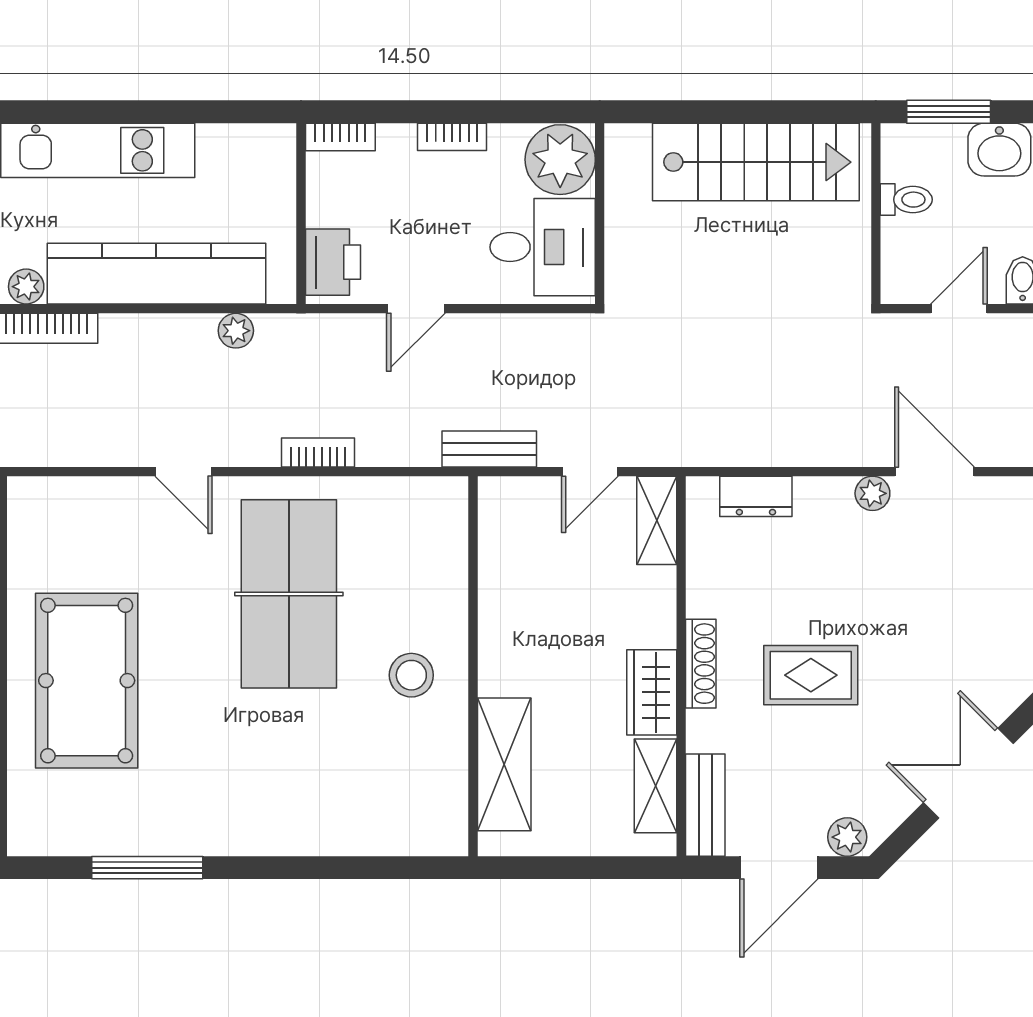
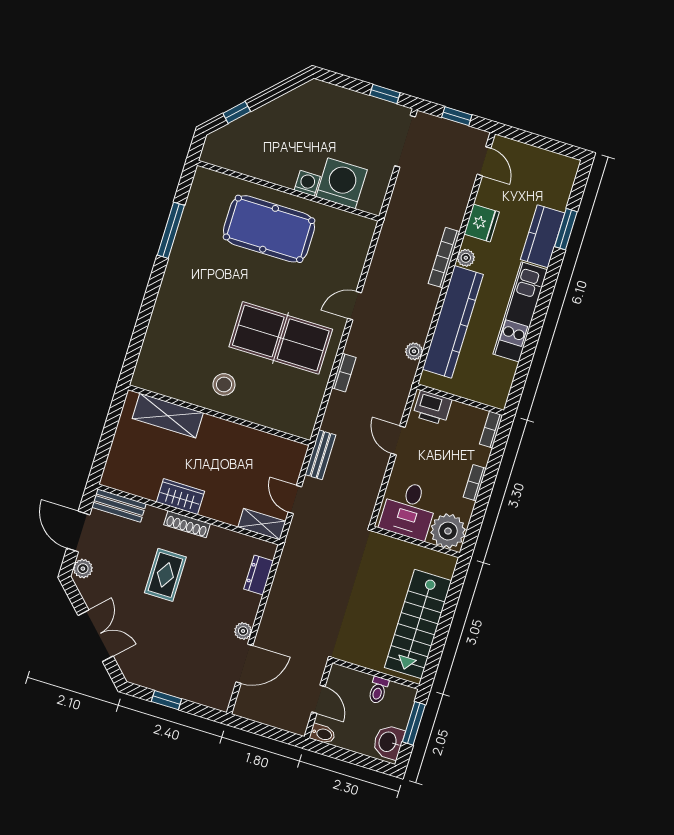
shelving: (655, 786) -> (135, 485), removed

